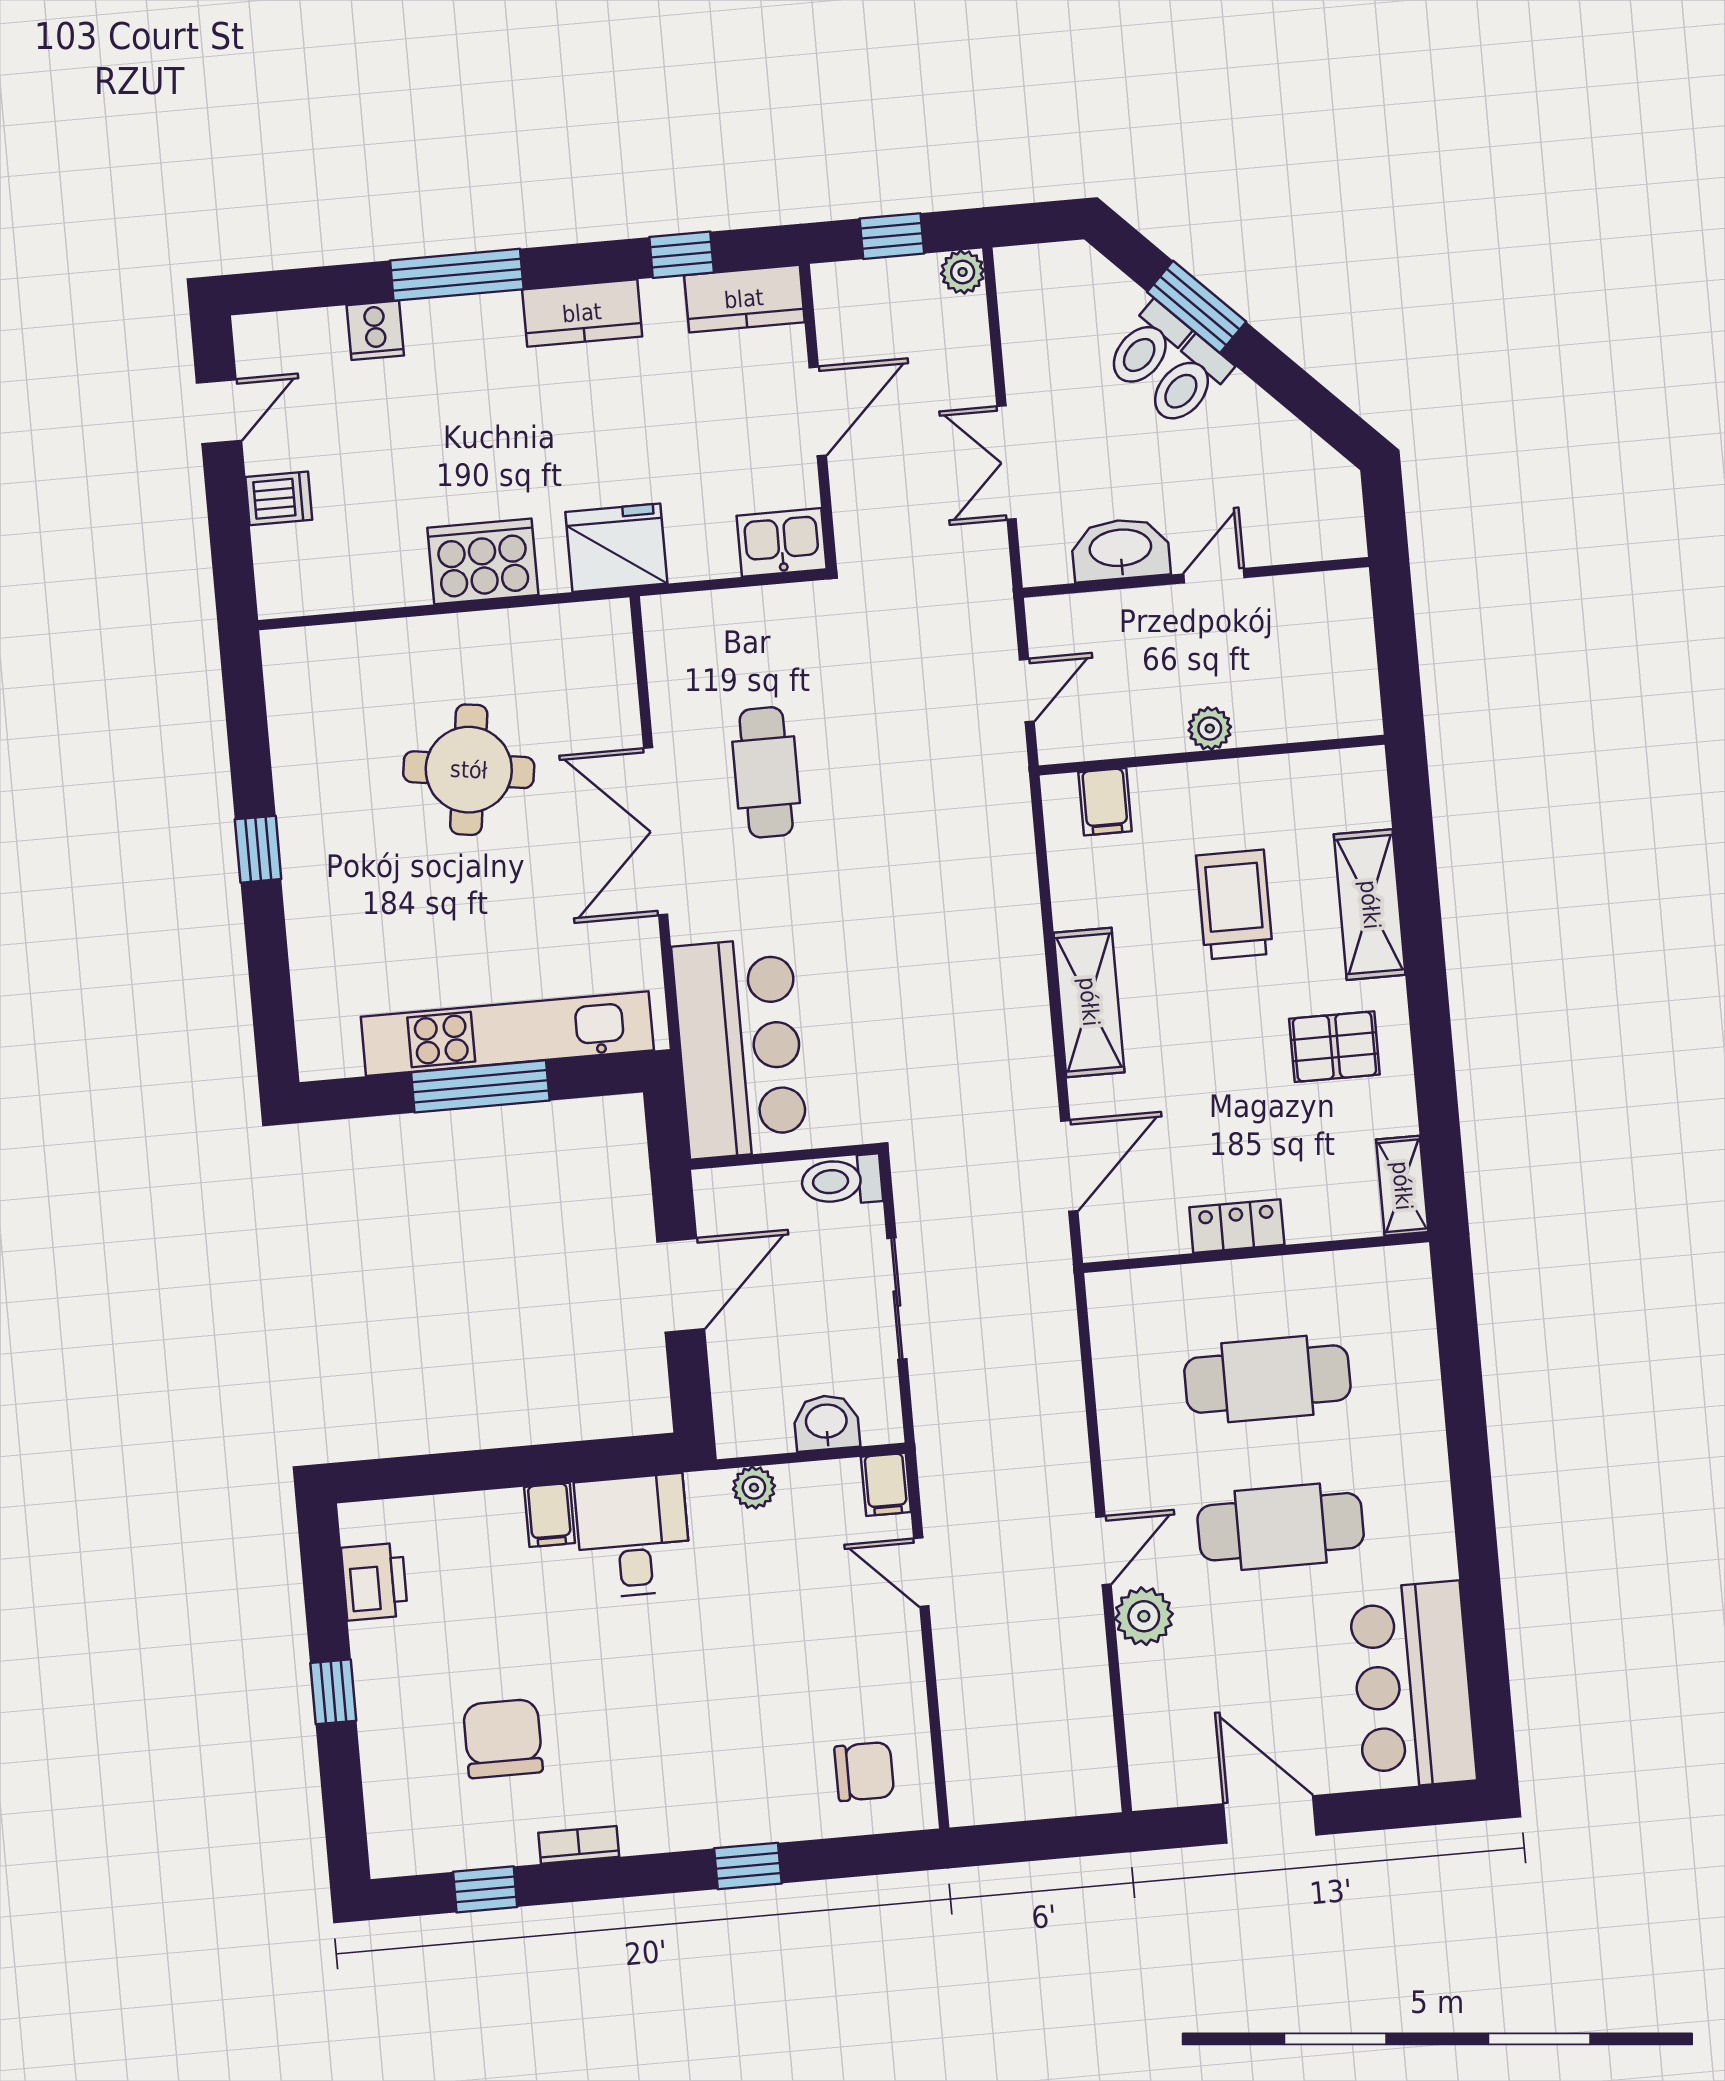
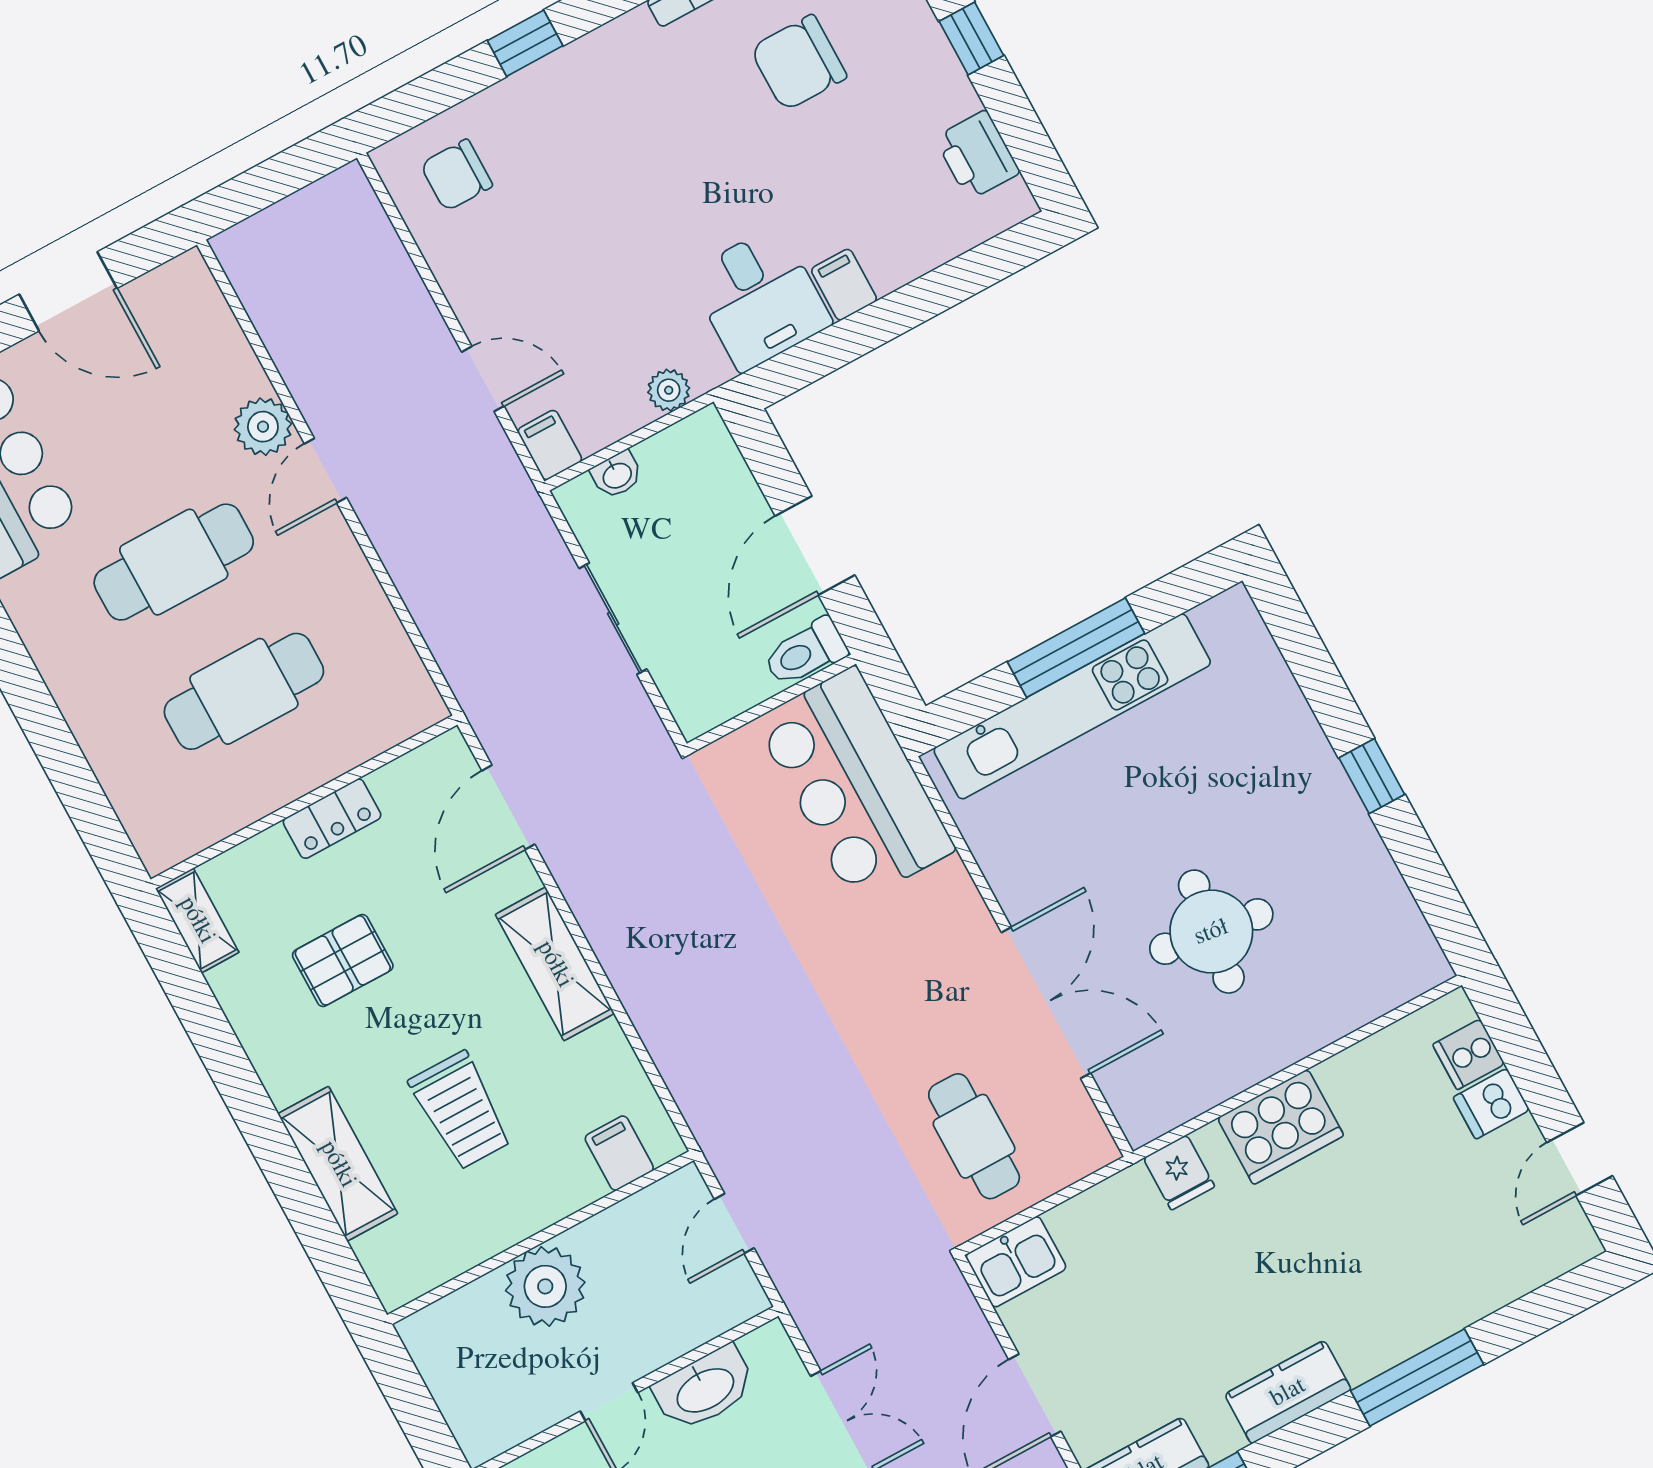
cooker: (375, 330) -> (1469, 1054), moved, turned -90
fridge: (616, 548) -> (1179, 1172), width x0.53, depth x0.75
plant: (1210, 728) -> (545, 1286), width x1.88, depth x1.88
cafe table: (766, 772) -> (974, 1136), moved
double door: (656, 831) -> (1046, 1003), moved
pallet: (1334, 1047) -> (343, 960), moved
toilet: (842, 1181) -> (805, 652), moved, turned 180
washbasin: (826, 1423) -> (617, 475), width x0.72, depth x0.69
chair: (503, 1739) -> (798, 63), turned 90

